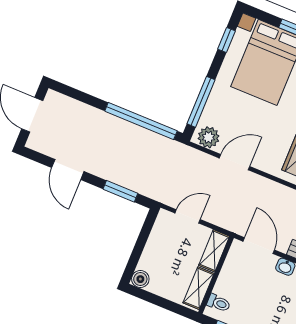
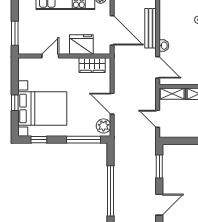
window: (141, 121) -> (111, 191), moved
door: (259, 246) -> (158, 67), swing flipped

